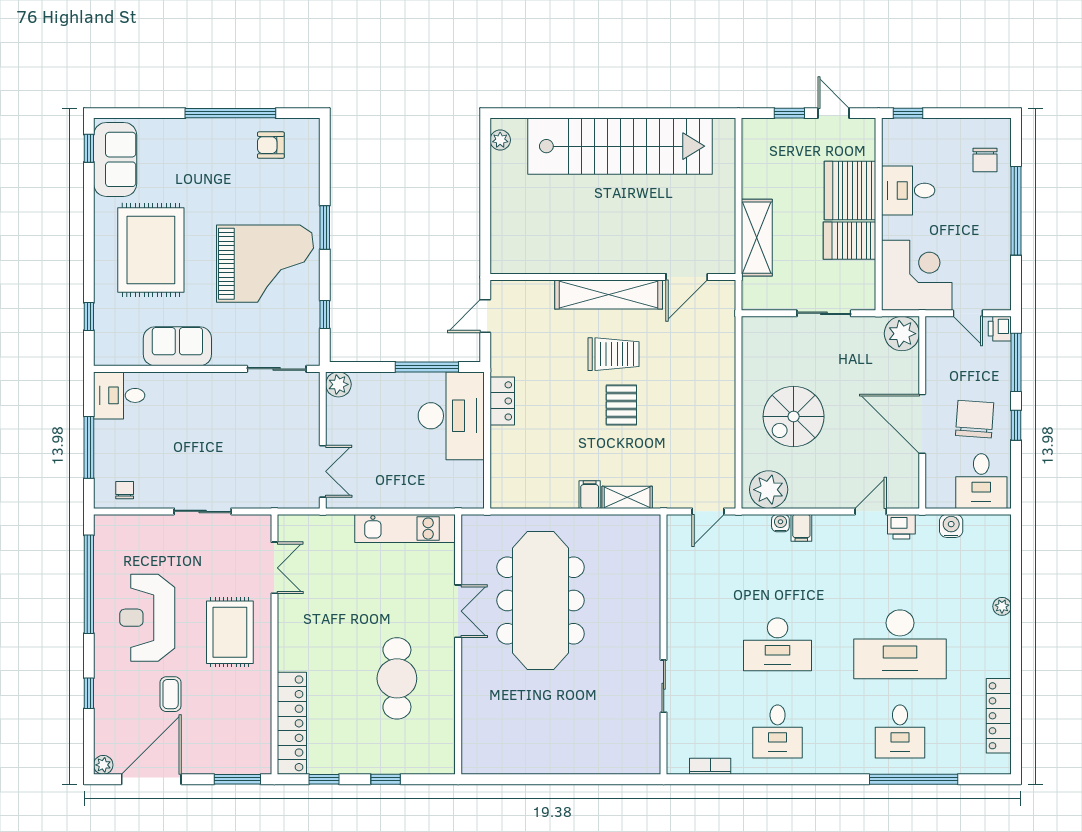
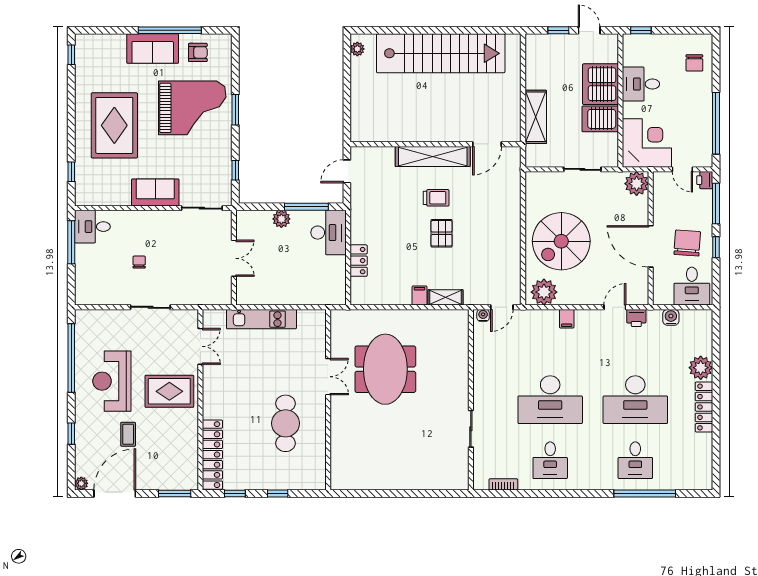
armchair: (271, 145) -> (198, 52), turned 180
sofa: (115, 159) -> (153, 49), moved, turned 90
window: (1016, 211) -> (716, 123), moved
grand piano: (265, 264) -> (192, 108), moved
sofa: (177, 346) -> (155, 192), moved
trolley: (613, 354) -> (436, 198), width x0.73, depth x0.72
plant: (338, 384) -> (281, 219), moved
locker: (502, 401) -> (359, 261), moved
desk: (451, 416) -> (329, 233), width x0.73, depth x0.77
spiral stairs: (794, 417) -> (561, 241), width x1.37, depth x1.37
window: (89, 447) -> (71, 242), moved
double door: (323, 471) -> (234, 258), moved
chair: (125, 490) -> (139, 262), moved
water cooler: (780, 523) -> (483, 315), moved
kitchen unit: (405, 529) -> (261, 319), moved
meeting table: (540, 600) -> (385, 369), width x0.73
plant: (1002, 606) -> (701, 368), width x1.88, depth x1.88
rug: (230, 632) -> (169, 391), turned 90
desk: (778, 644) -> (550, 400), width x1.36, depth x1.30
locker: (999, 716) -> (704, 407), moved

